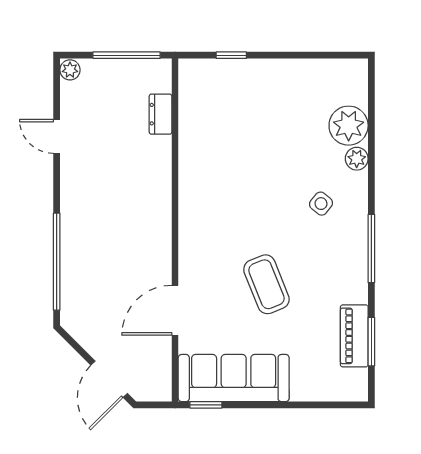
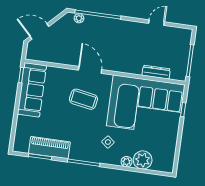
plant: (70, 70) -> (79, 18), moved
dresser: (161, 114) -> (156, 72), width x1.44
corner sofa: (233, 135) -> (146, 105), added
coffee table: (266, 284) -> (83, 99), moved, turned 32
door: (175, 310) -> (90, 70), moved
piano: (354, 336) -> (49, 148), width x1.37, depth x1.33

